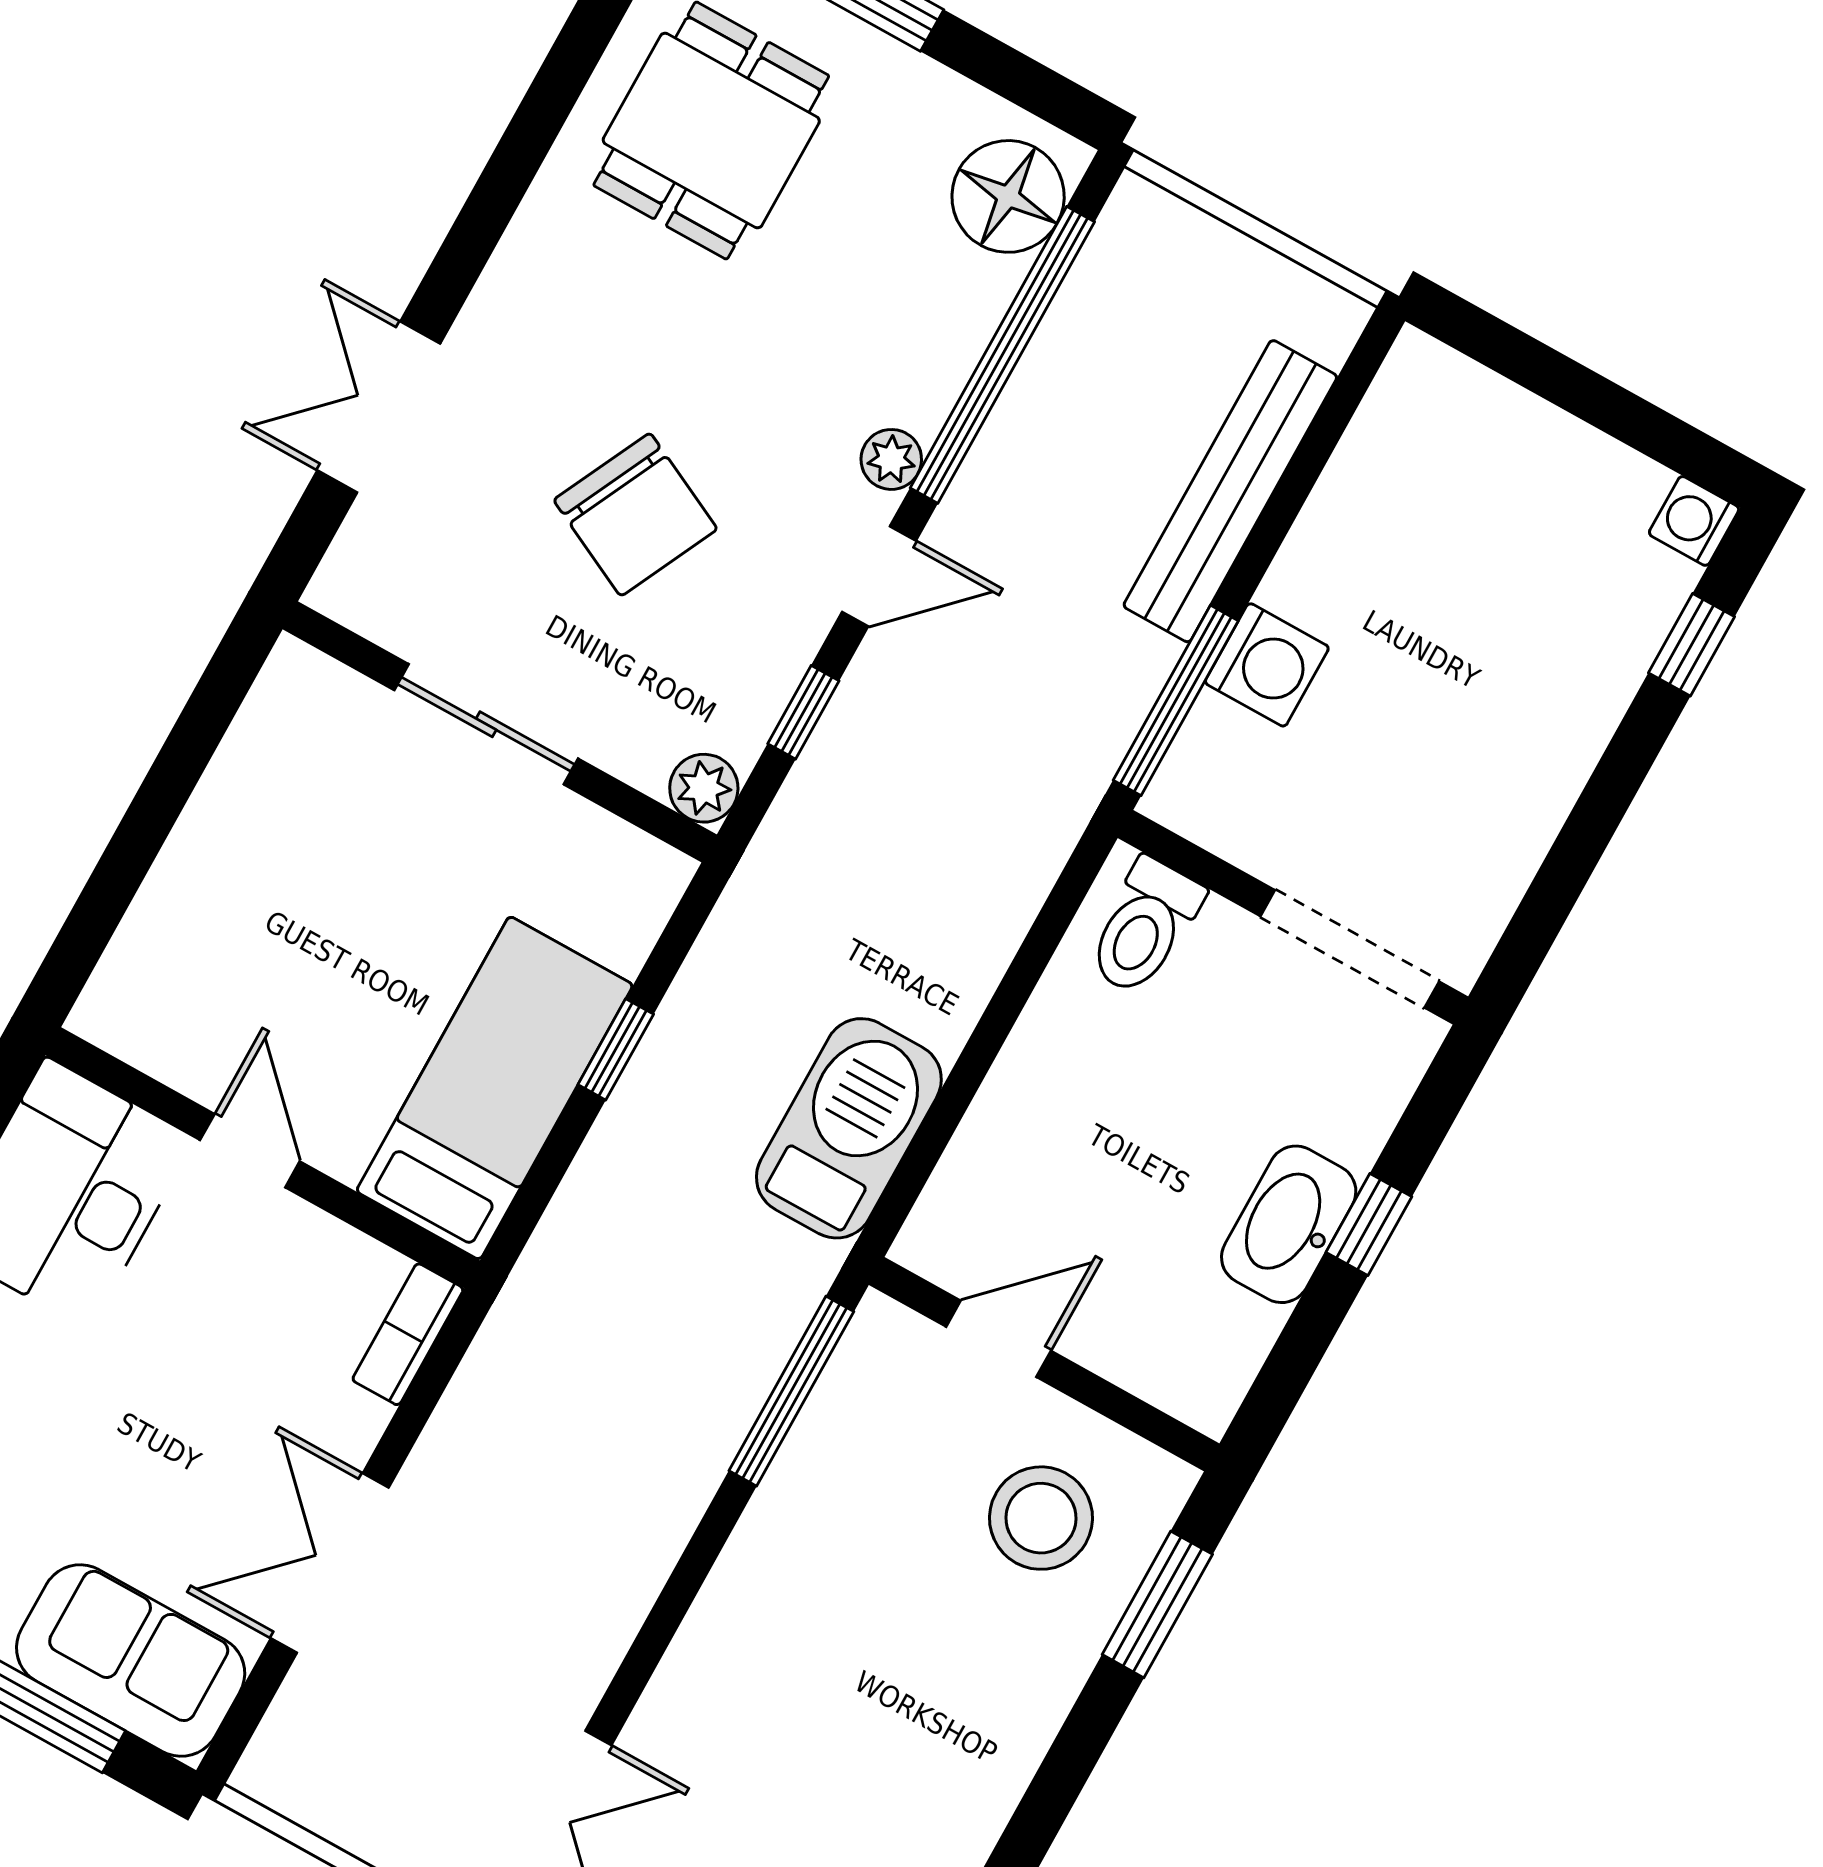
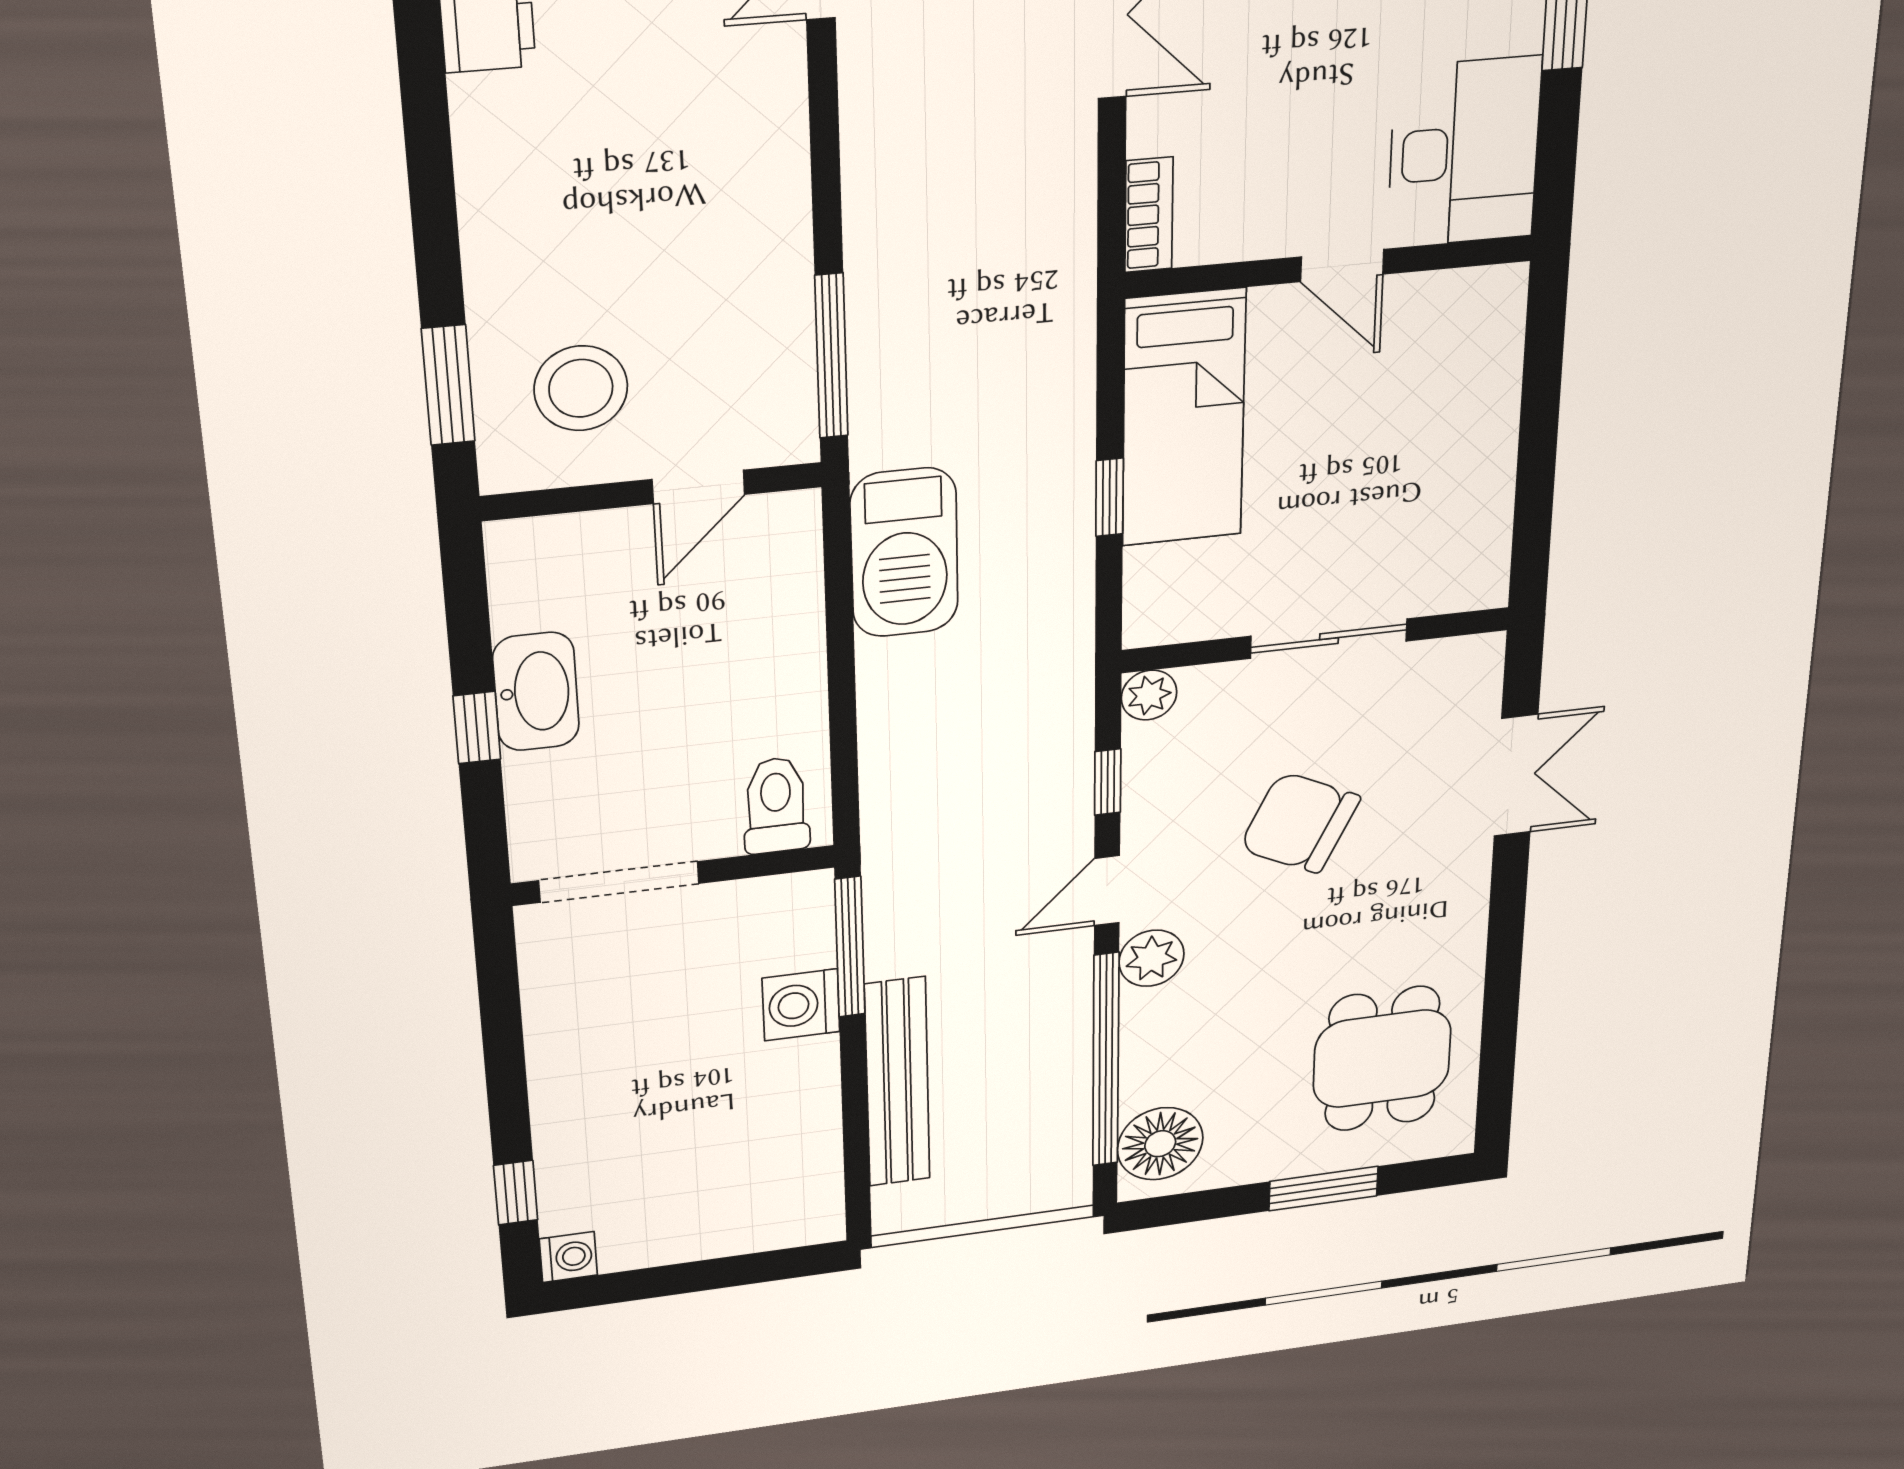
plant: (891, 459) -> (1152, 958), width x1.38, depth x1.38

